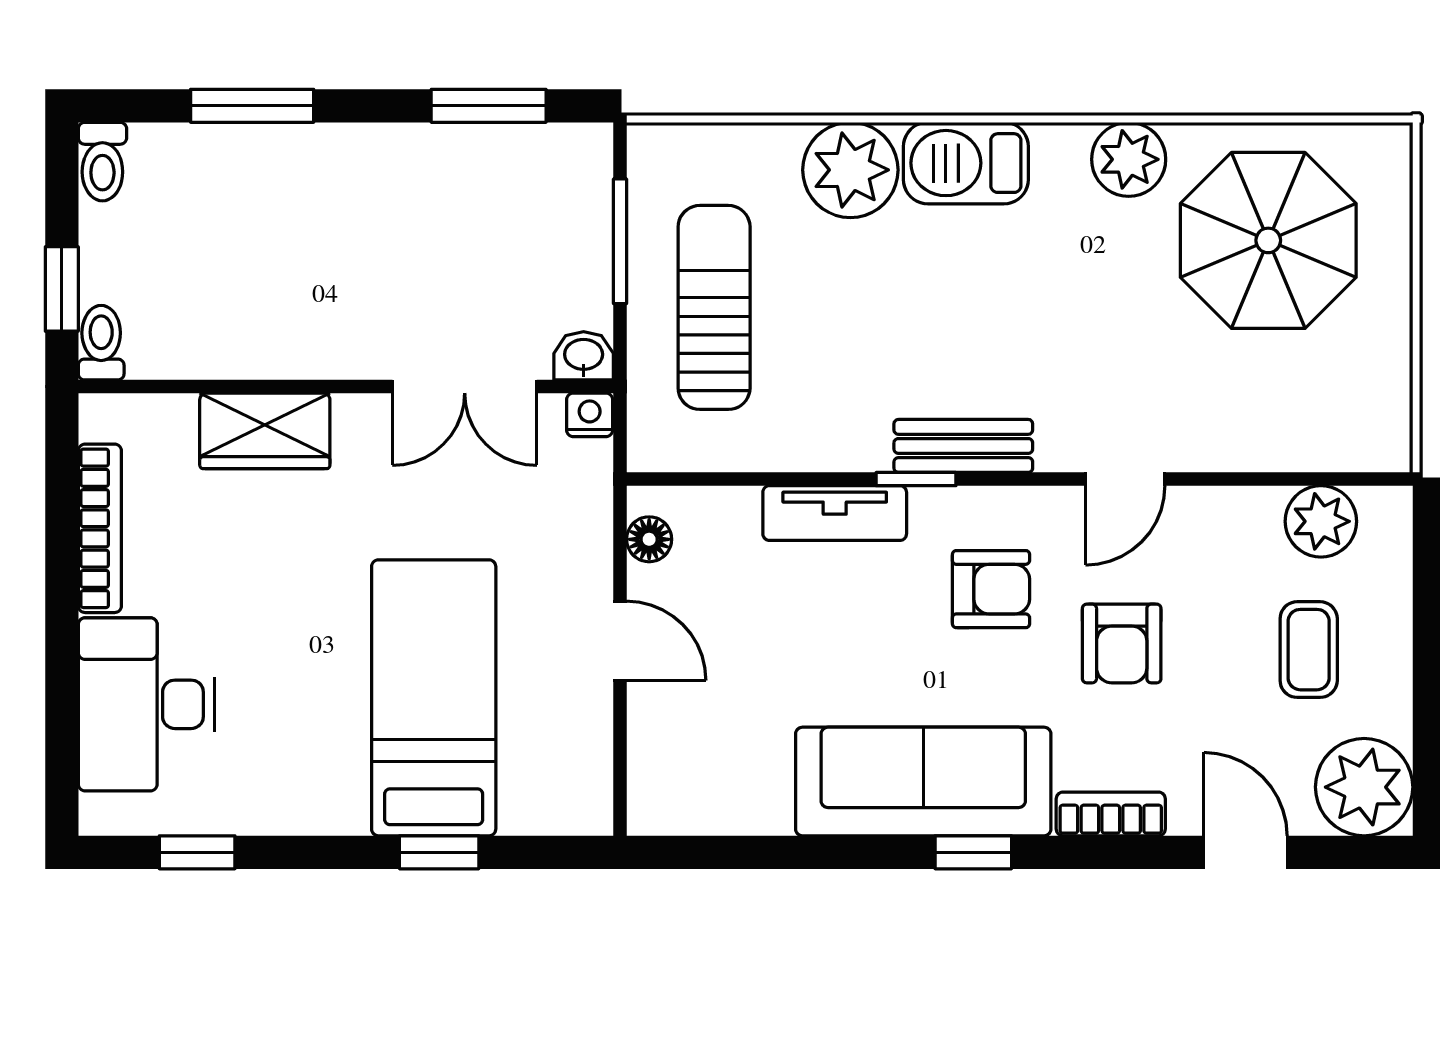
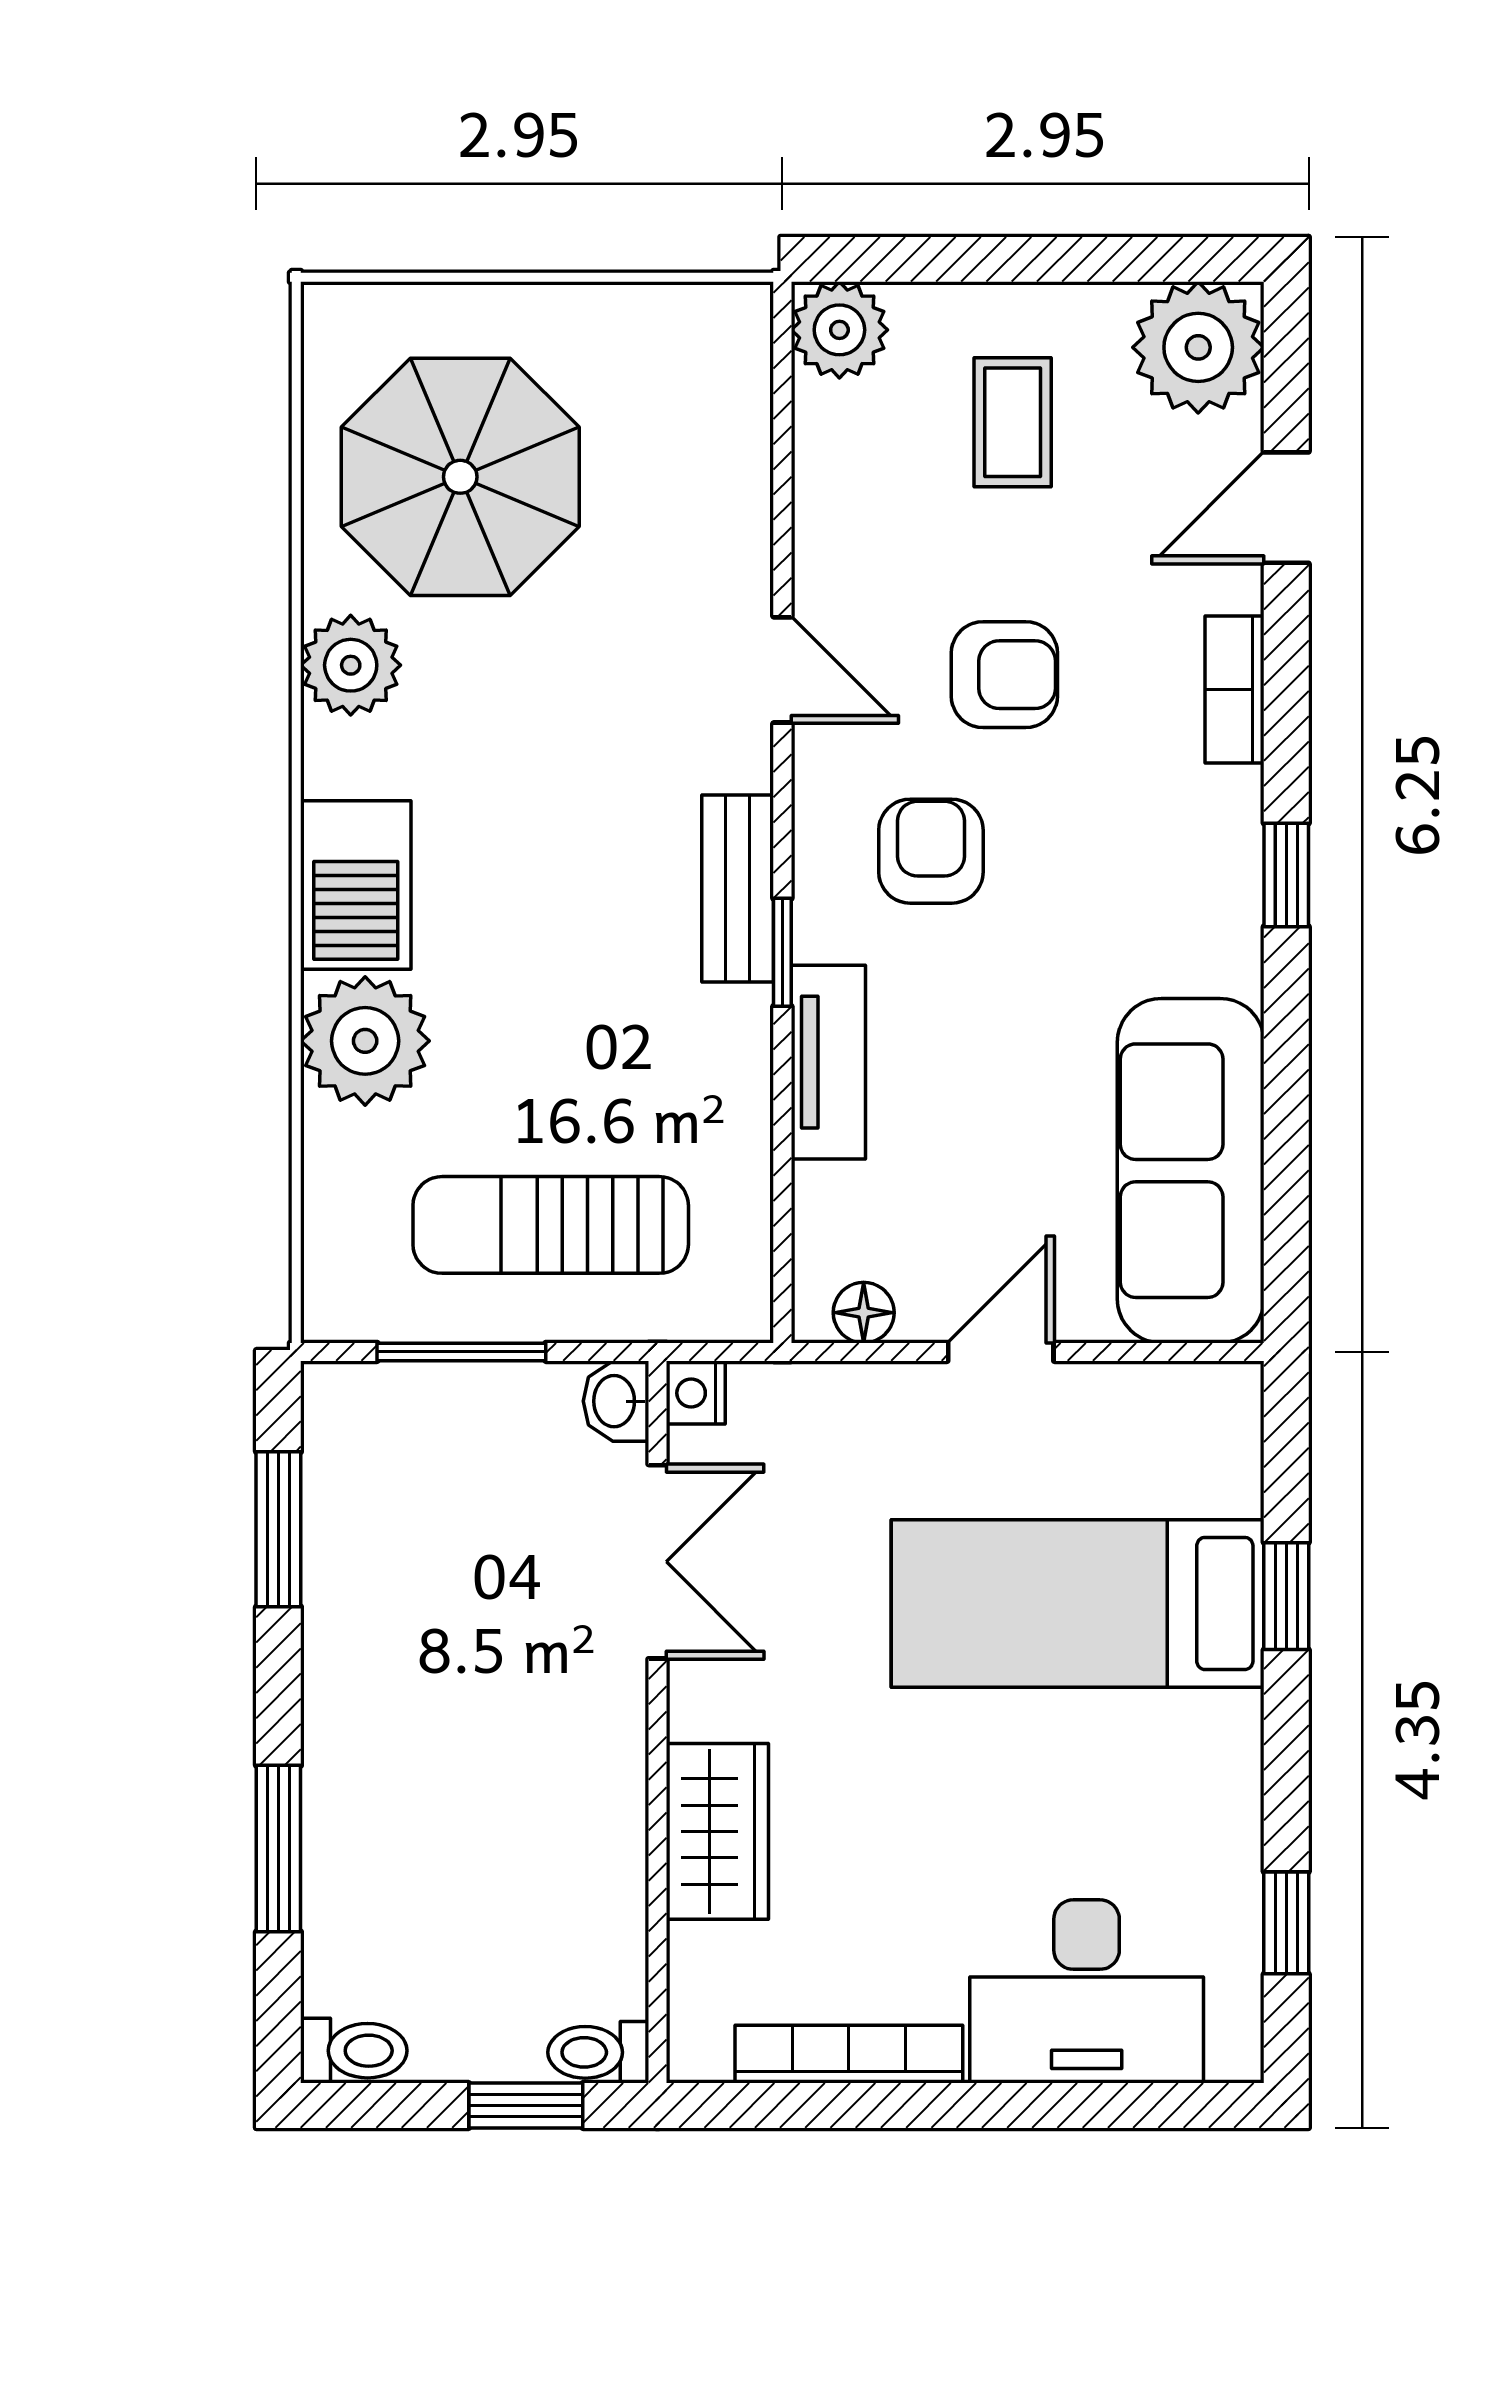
plant: (1321, 521) -> (839, 330), moved
coffee table: (1309, 650) -> (1013, 422), turned 90
sofa: (923, 781) -> (1191, 1171), moved

